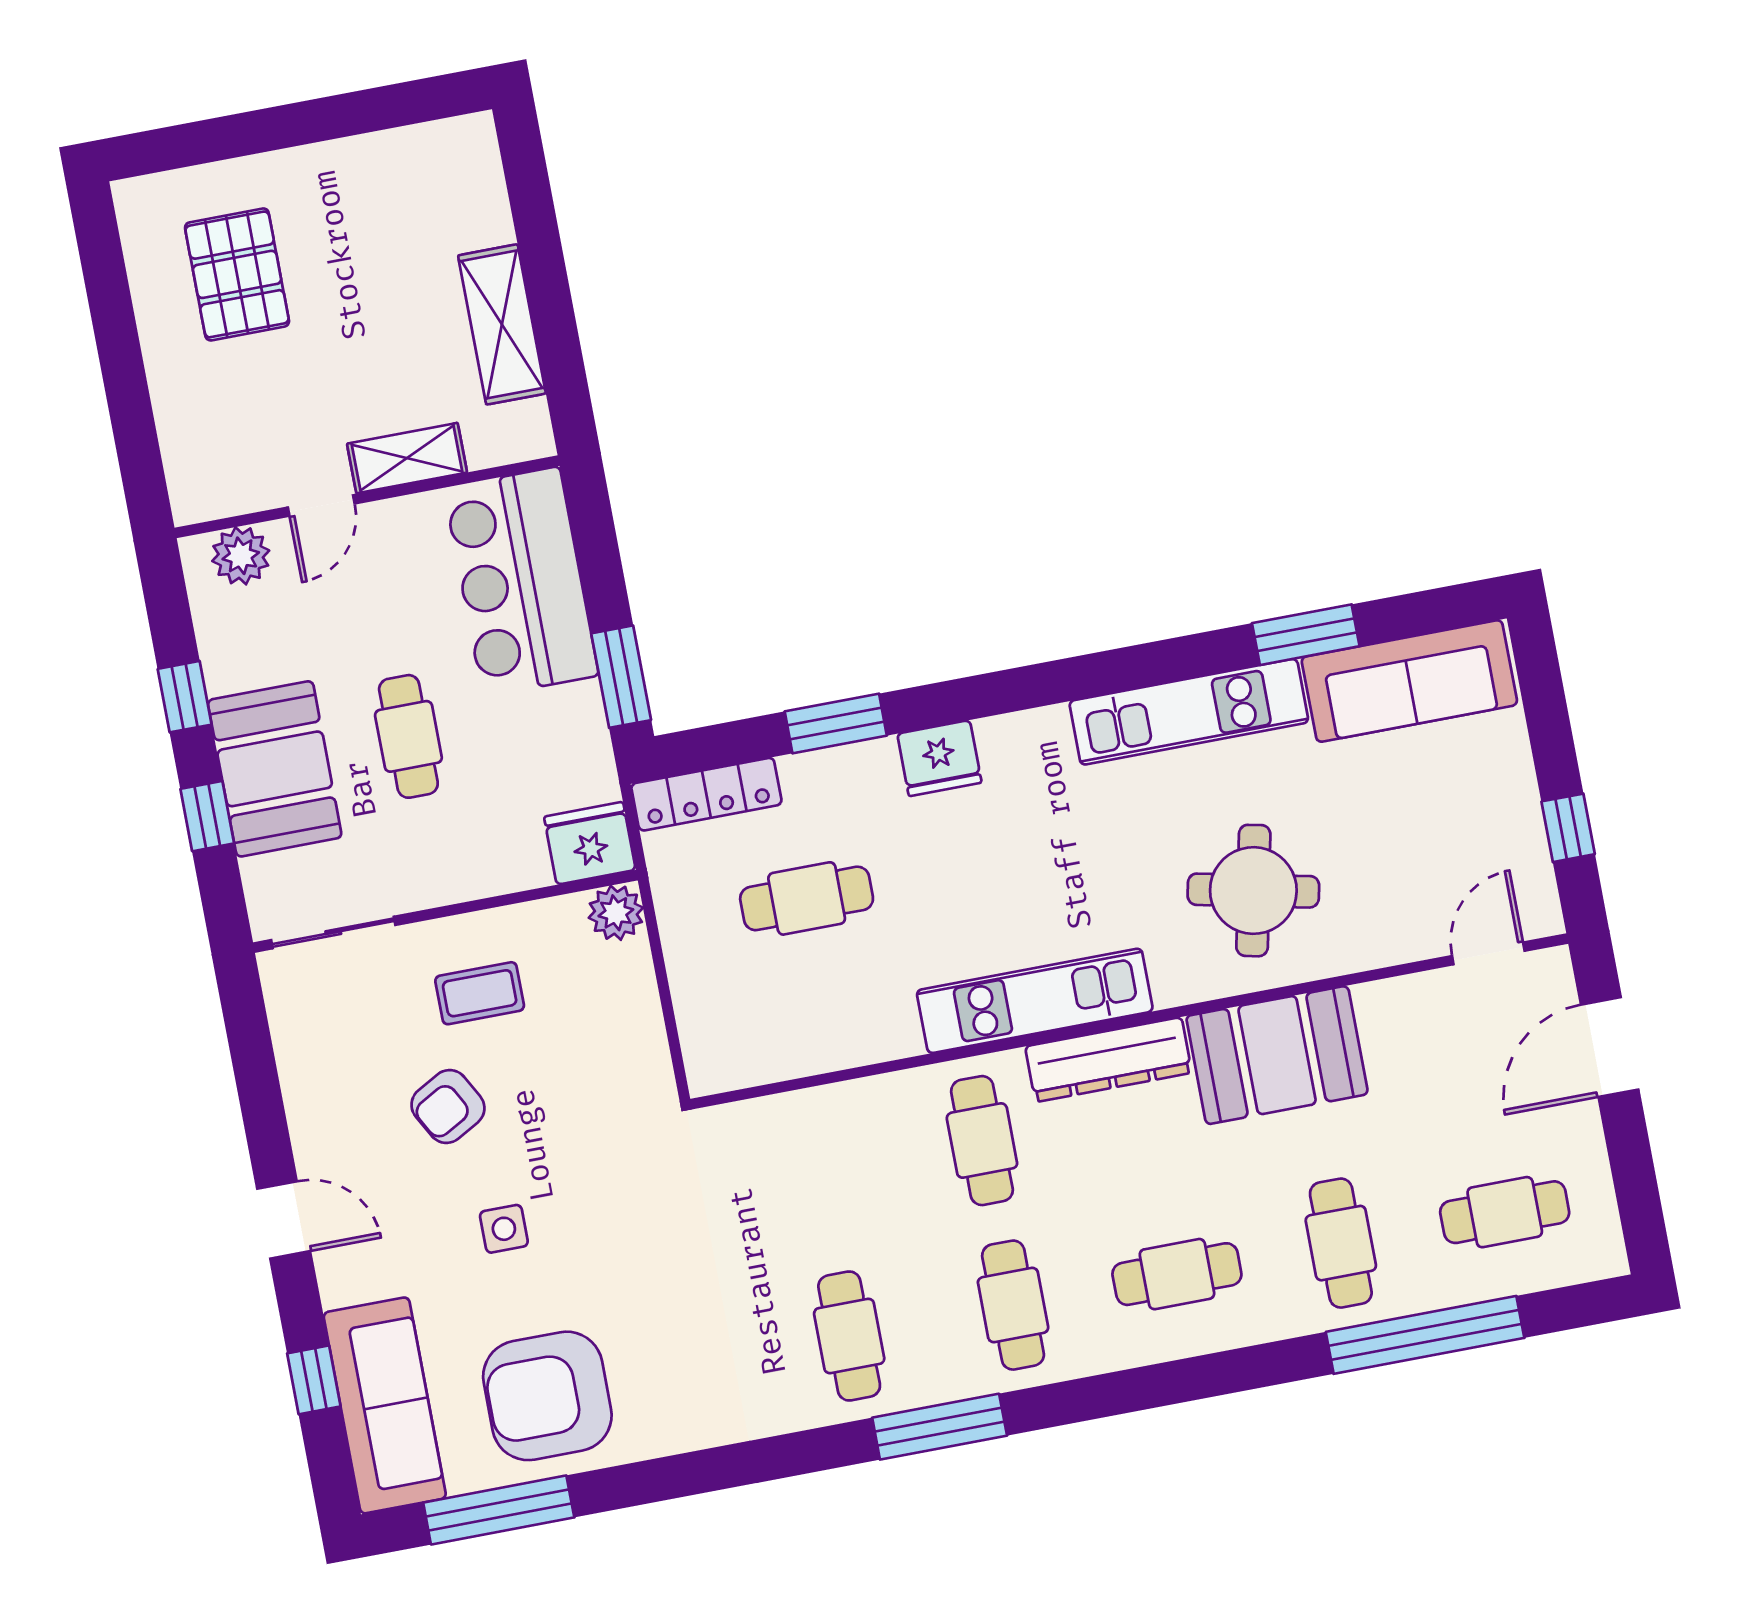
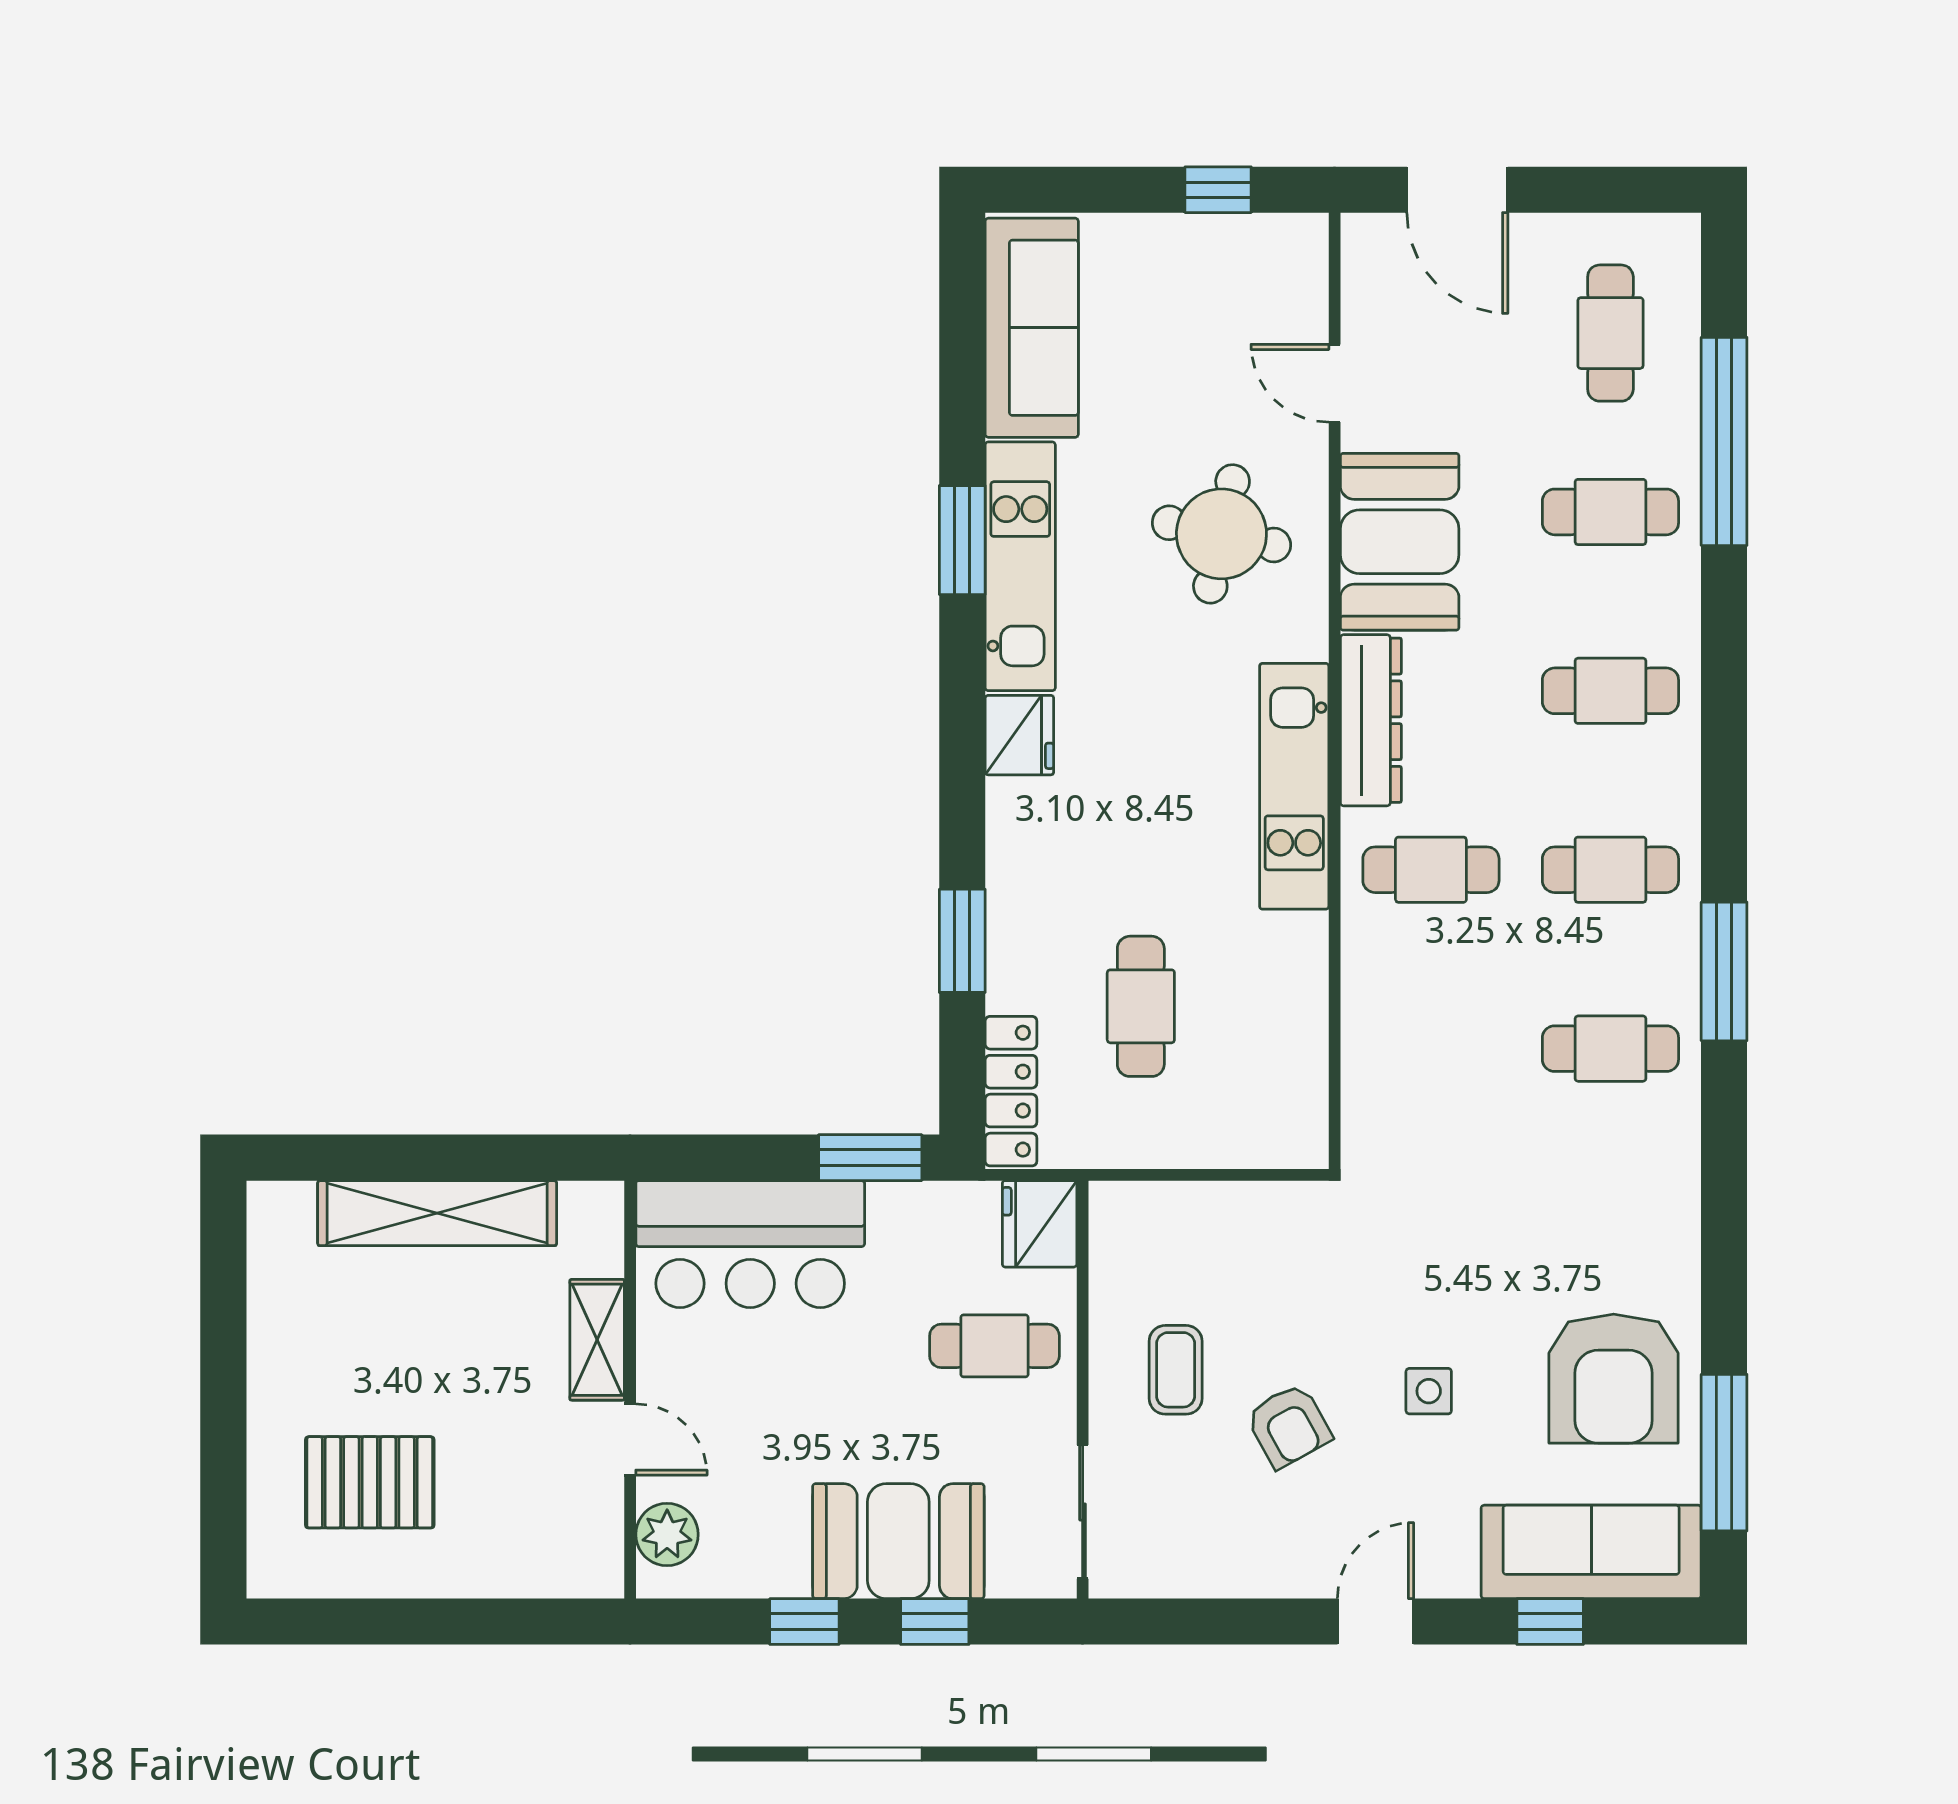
shelving: (502, 324) -> (437, 1213), width x1.47
window: (1306, 635) -> (962, 540), moved
cafe table: (408, 736) -> (994, 1346), moved
fridge: (939, 758) -> (1019, 735), moved
plant: (616, 913) -> (1118, 1210), removed
door: (1488, 953) -> (1335, 383), moved
cafe table: (1177, 1274) -> (1610, 691), turned 90

